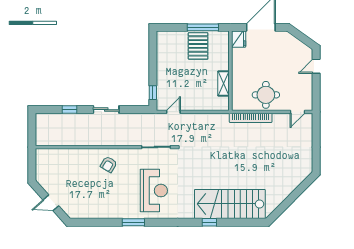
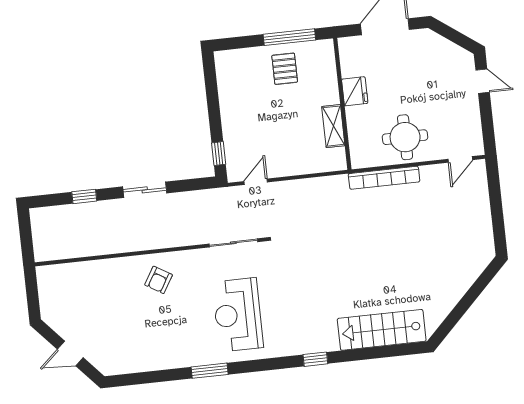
fridge: (239, 39) -> (355, 91), moved
pallet: (198, 46) -> (285, 69), width x0.67, depth x0.71
door: (316, 66) -> (483, 81), swing flipped
reception desk: (154, 191) -> (238, 315), turned 180
stairs: (230, 204) -> (382, 330), width x0.73, depth x0.66
window: (209, 222) -> (315, 359), moved

